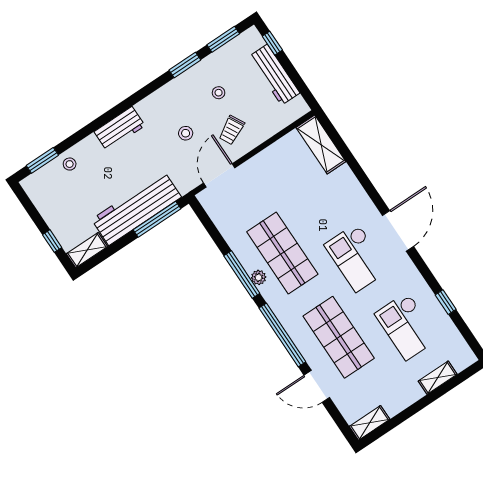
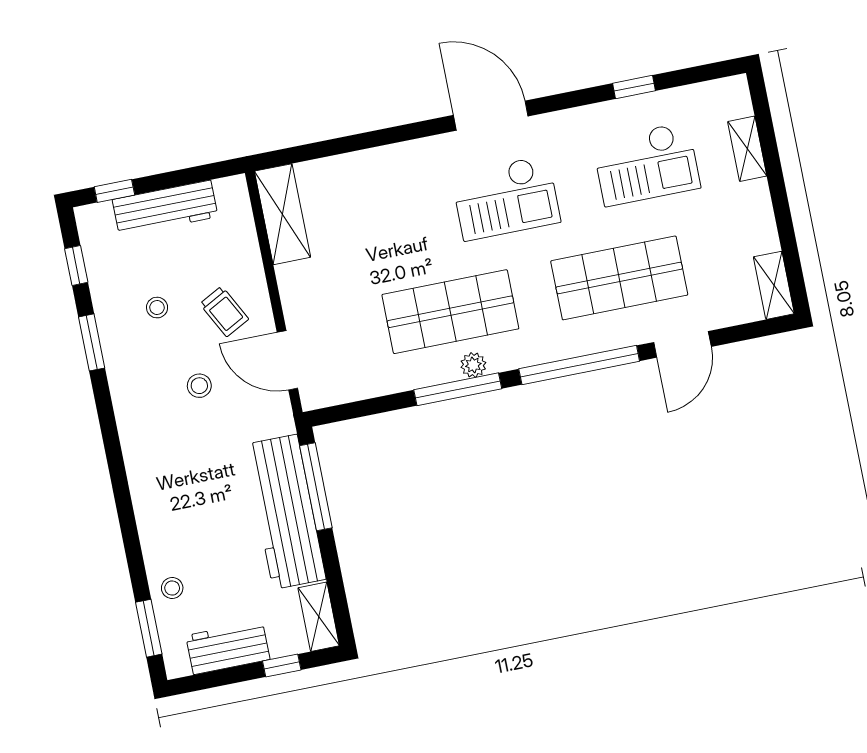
window: (223, 39) -> (76, 266), width x0.67
workbench: (119, 129) -> (228, 648), moved, turned -90
shelving: (321, 145) -> (283, 214), moved, turned 90

